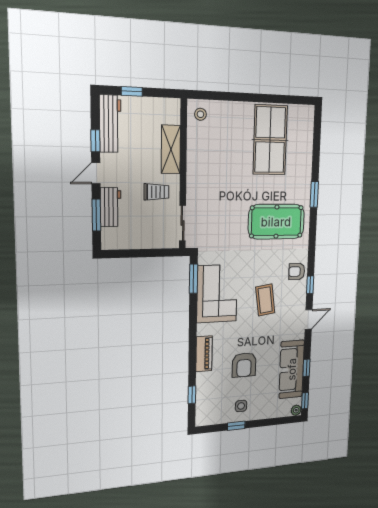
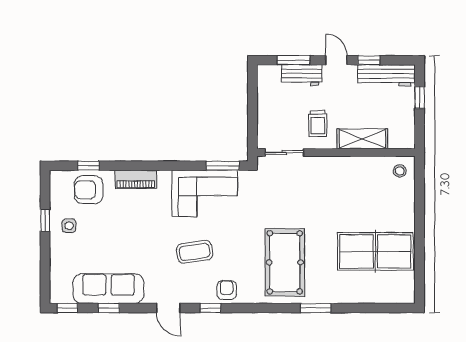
armchair: (244, 365) -> (89, 190), moved
plant: (296, 410) -> (56, 297), removed

